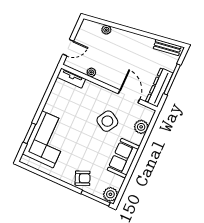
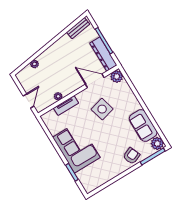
tv unit: (71, 78) -> (66, 106), moved
side table: (107, 121) -> (102, 109), turned 45
plant: (141, 127) -> (117, 77), moved
corner sofa: (48, 139) -> (76, 147), moved
sofa: (123, 158) -> (143, 125), moved

